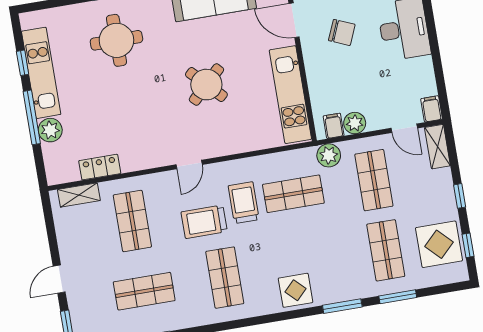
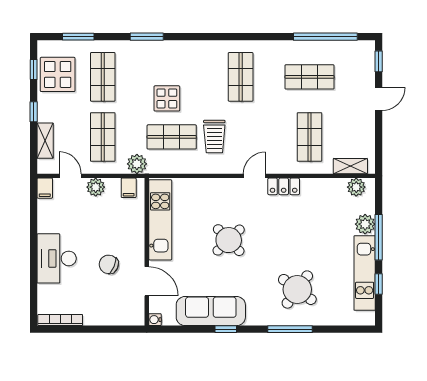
round table: (116, 40) -> (297, 289), turned 36
plant: (355, 123) -> (96, 187), moved
shelving: (437, 147) -> (45, 141), moved
locker: (100, 167) -> (284, 186), moved
plant: (68, 172) -> (356, 187), added
trolley: (204, 222) -> (250, 126), removed
display table: (296, 290) -> (167, 98), moved
window: (398, 297) -> (78, 37), moved

